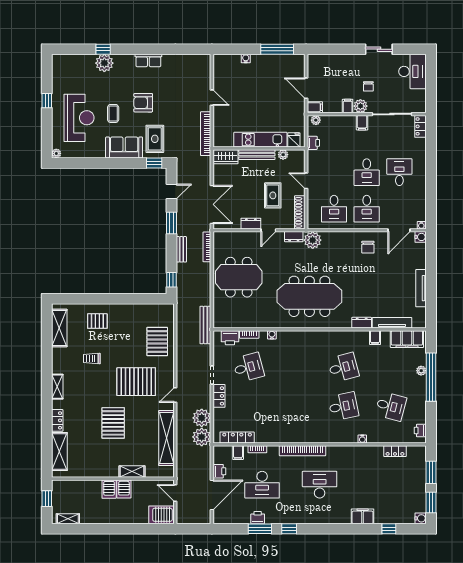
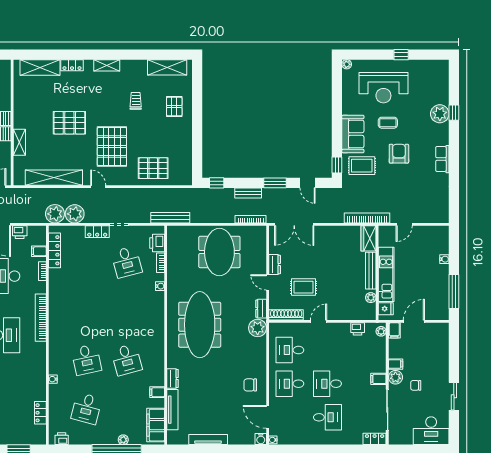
kitchen unit: (260, 140) -> (386, 274), moved
fridge: (294, 140) -> (386, 309), moved
wall: (259, 148) -> (377, 273), moved
bench: (257, 155) -> (371, 271), moved
plant: (283, 155) -> (371, 298), moved
wardrobe: (226, 157) -> (369, 238), moved

